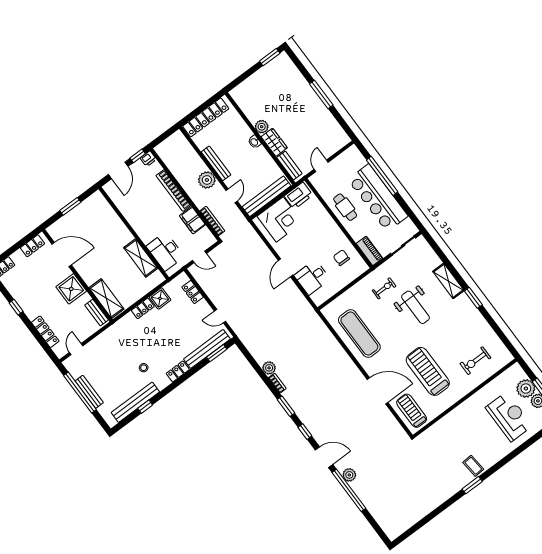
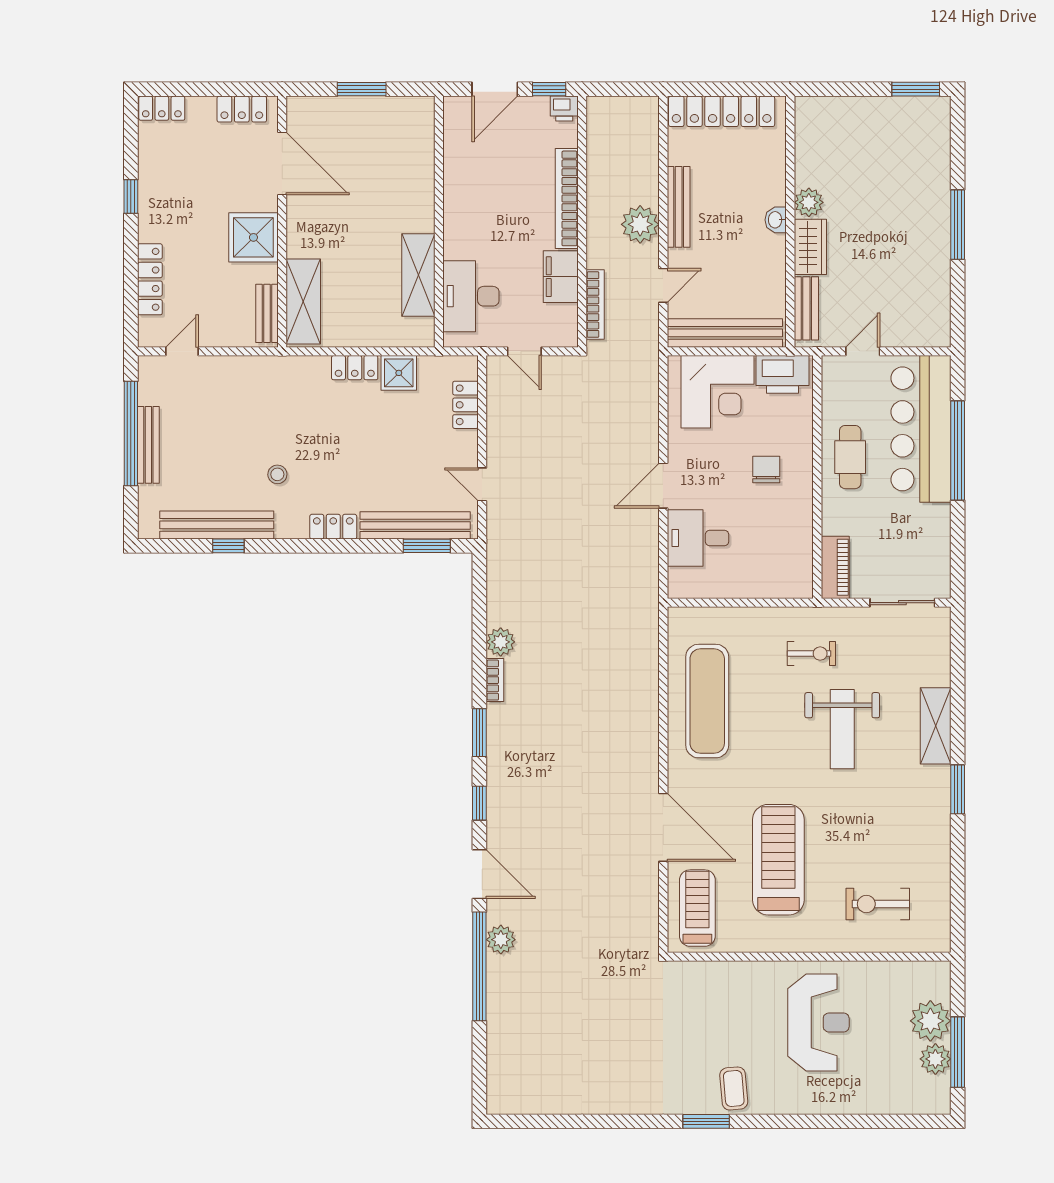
bar counter: (378, 198) -> (921, 429), moved
chair: (341, 258) -> (766, 470), moved
reception desk: (509, 417) -> (818, 1022), moved

